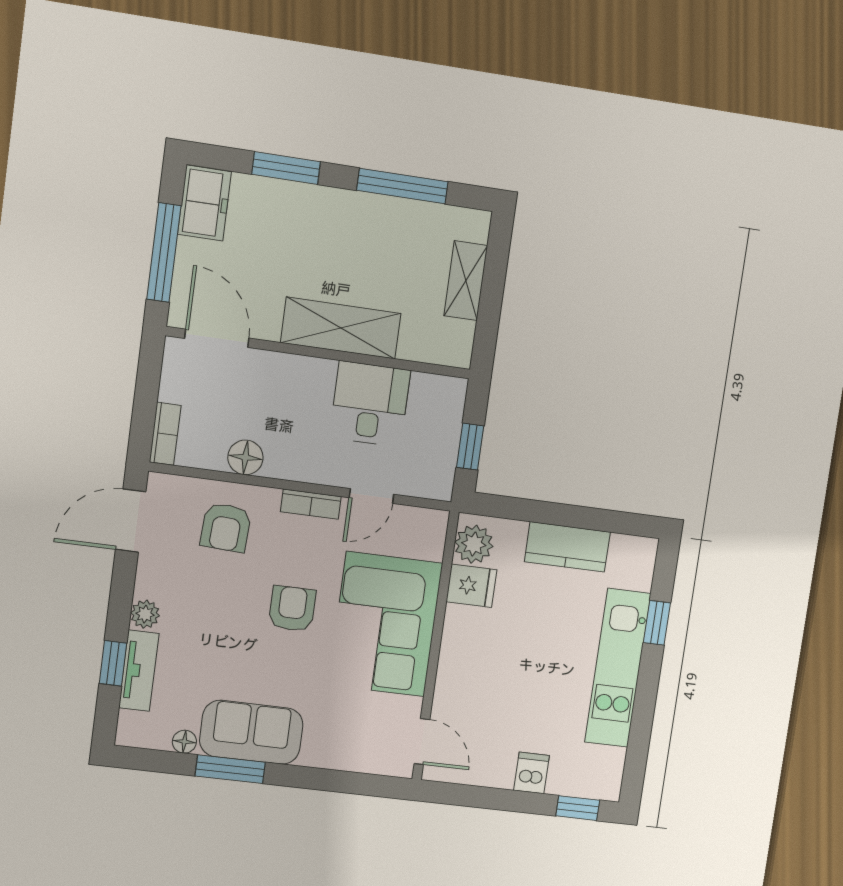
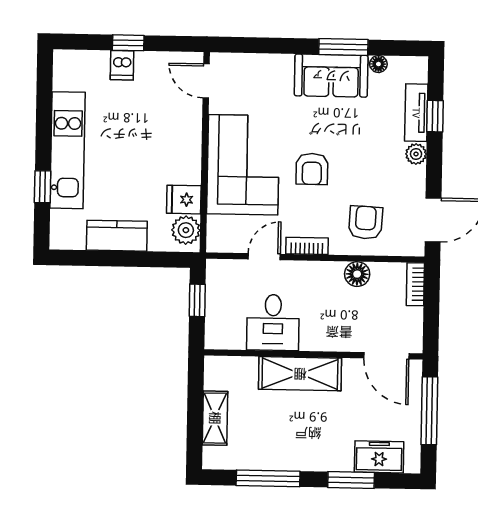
freezer: (204, 203) -> (379, 457), moved, turned 90
window: (578, 808) -> (128, 43), moved

